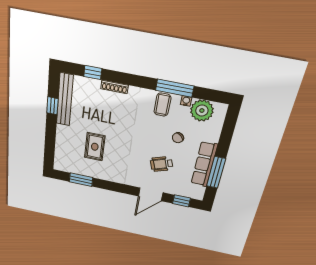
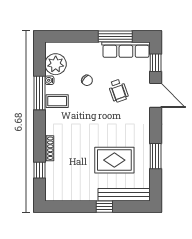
bench: (65, 100) -> (124, 195), moved
window: (52, 106) -> (104, 207), moved
rug: (95, 147) -> (114, 160), width x1.36, depth x1.43
row of seats: (204, 164) -> (126, 50), moved
window: (81, 180) -> (156, 156), moved

